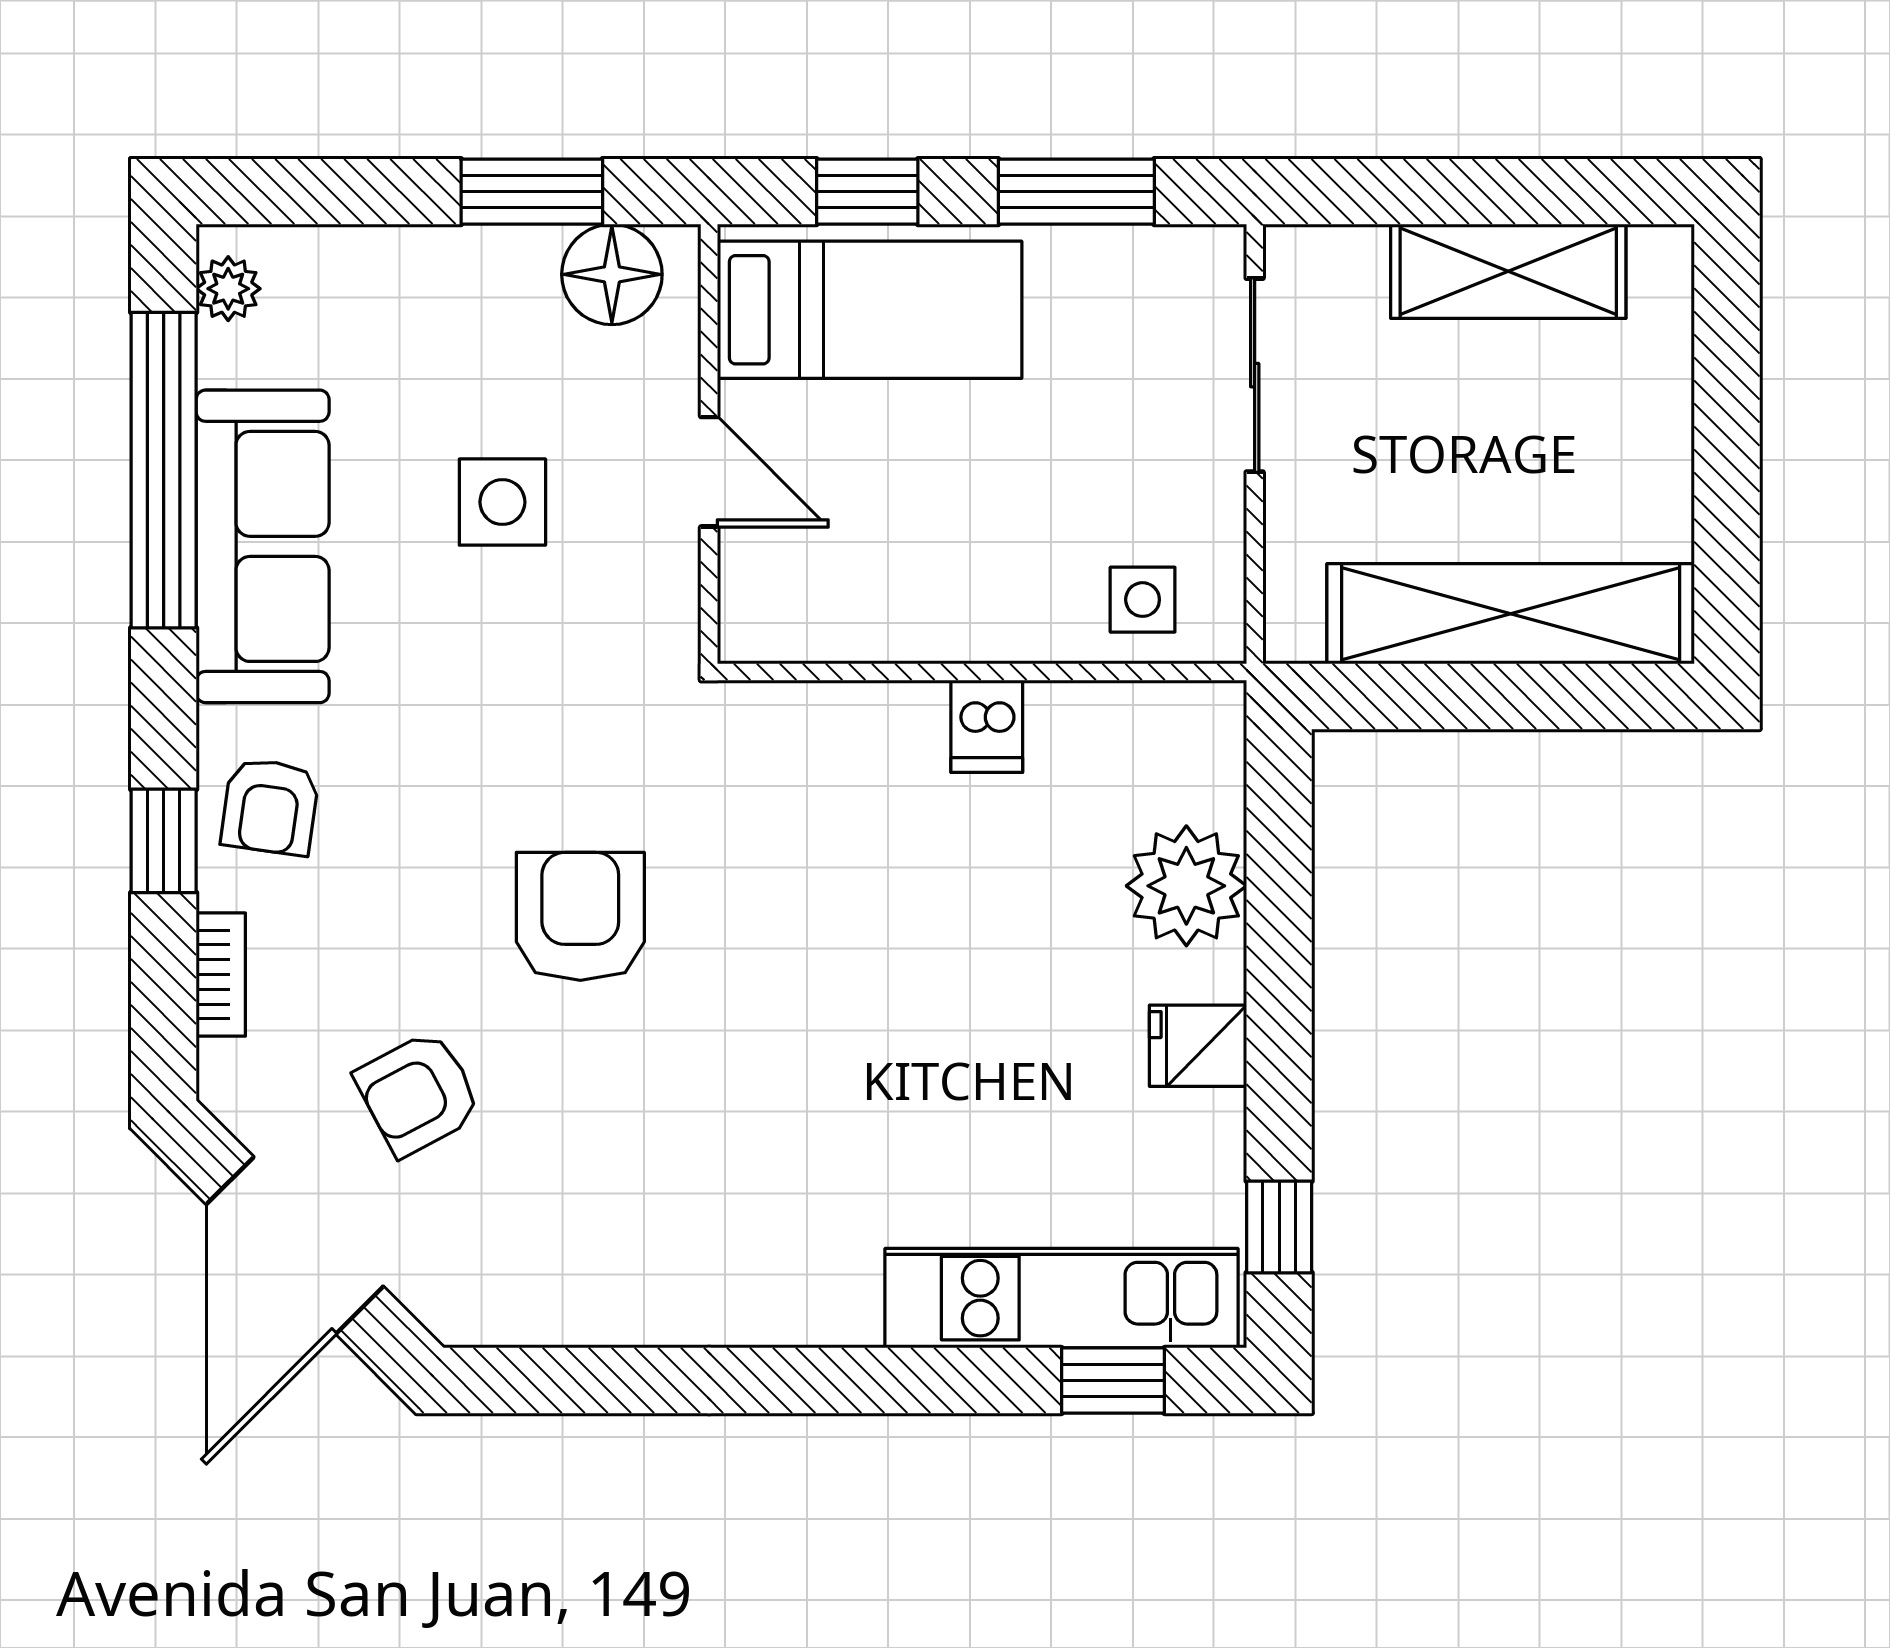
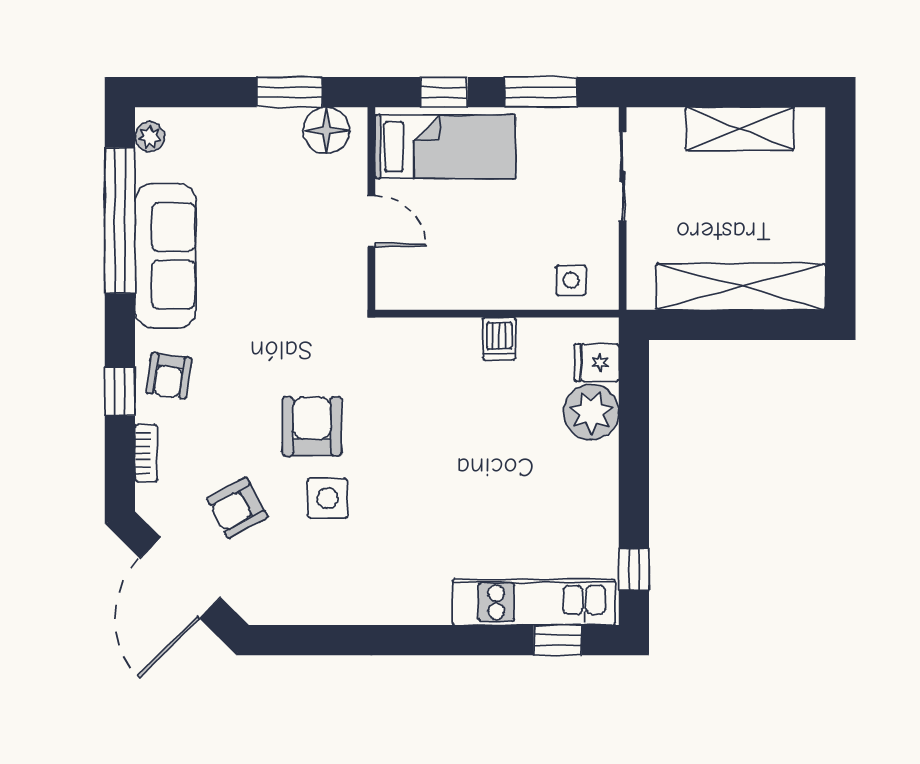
side table: (502, 502) -> (328, 498), moved
fridge: (1198, 1046) -> (597, 363), moved

